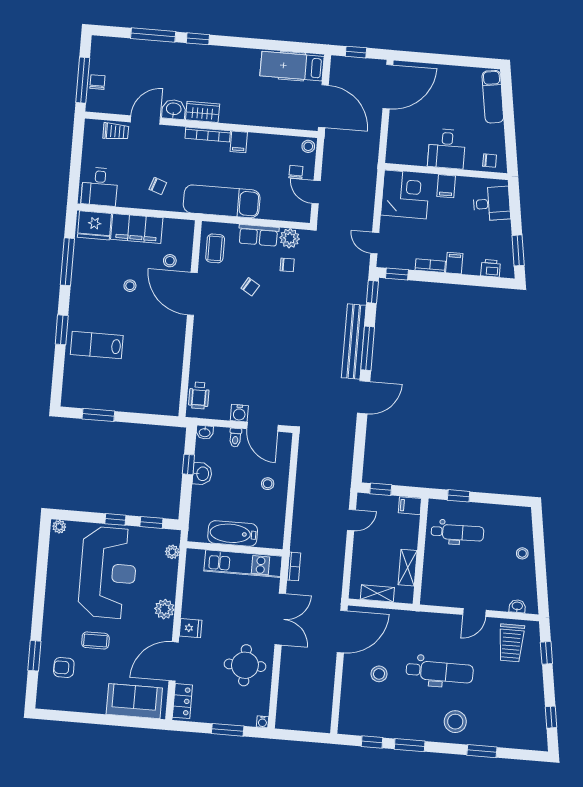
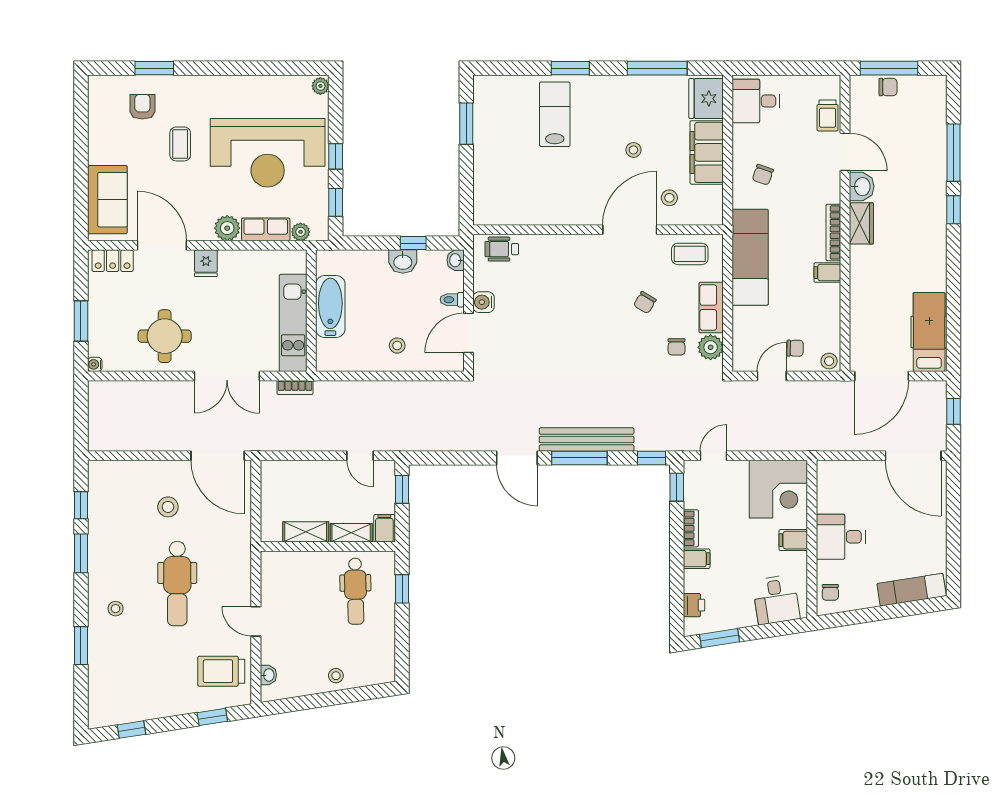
row of seats: (168, 579) -> (266, 229), added
shelving: (377, 593) -> (351, 533), moved, turned 90
stool: (455, 722) -> (116, 609), width x0.53, depth x0.53

